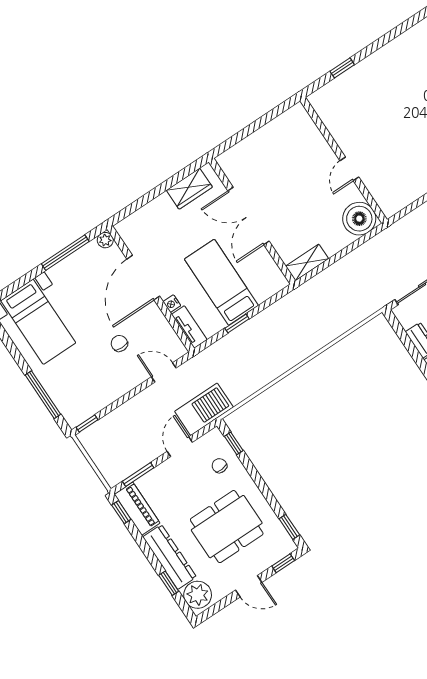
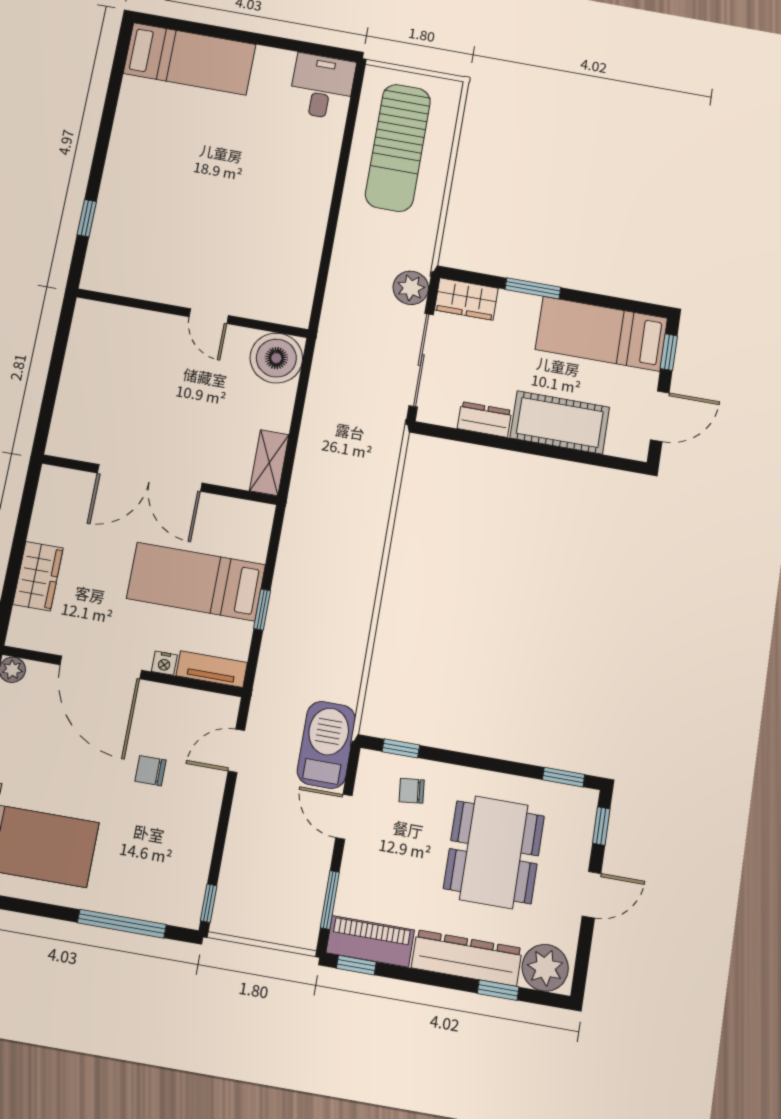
wardrobe: (189, 189) -> (38, 576), moved

